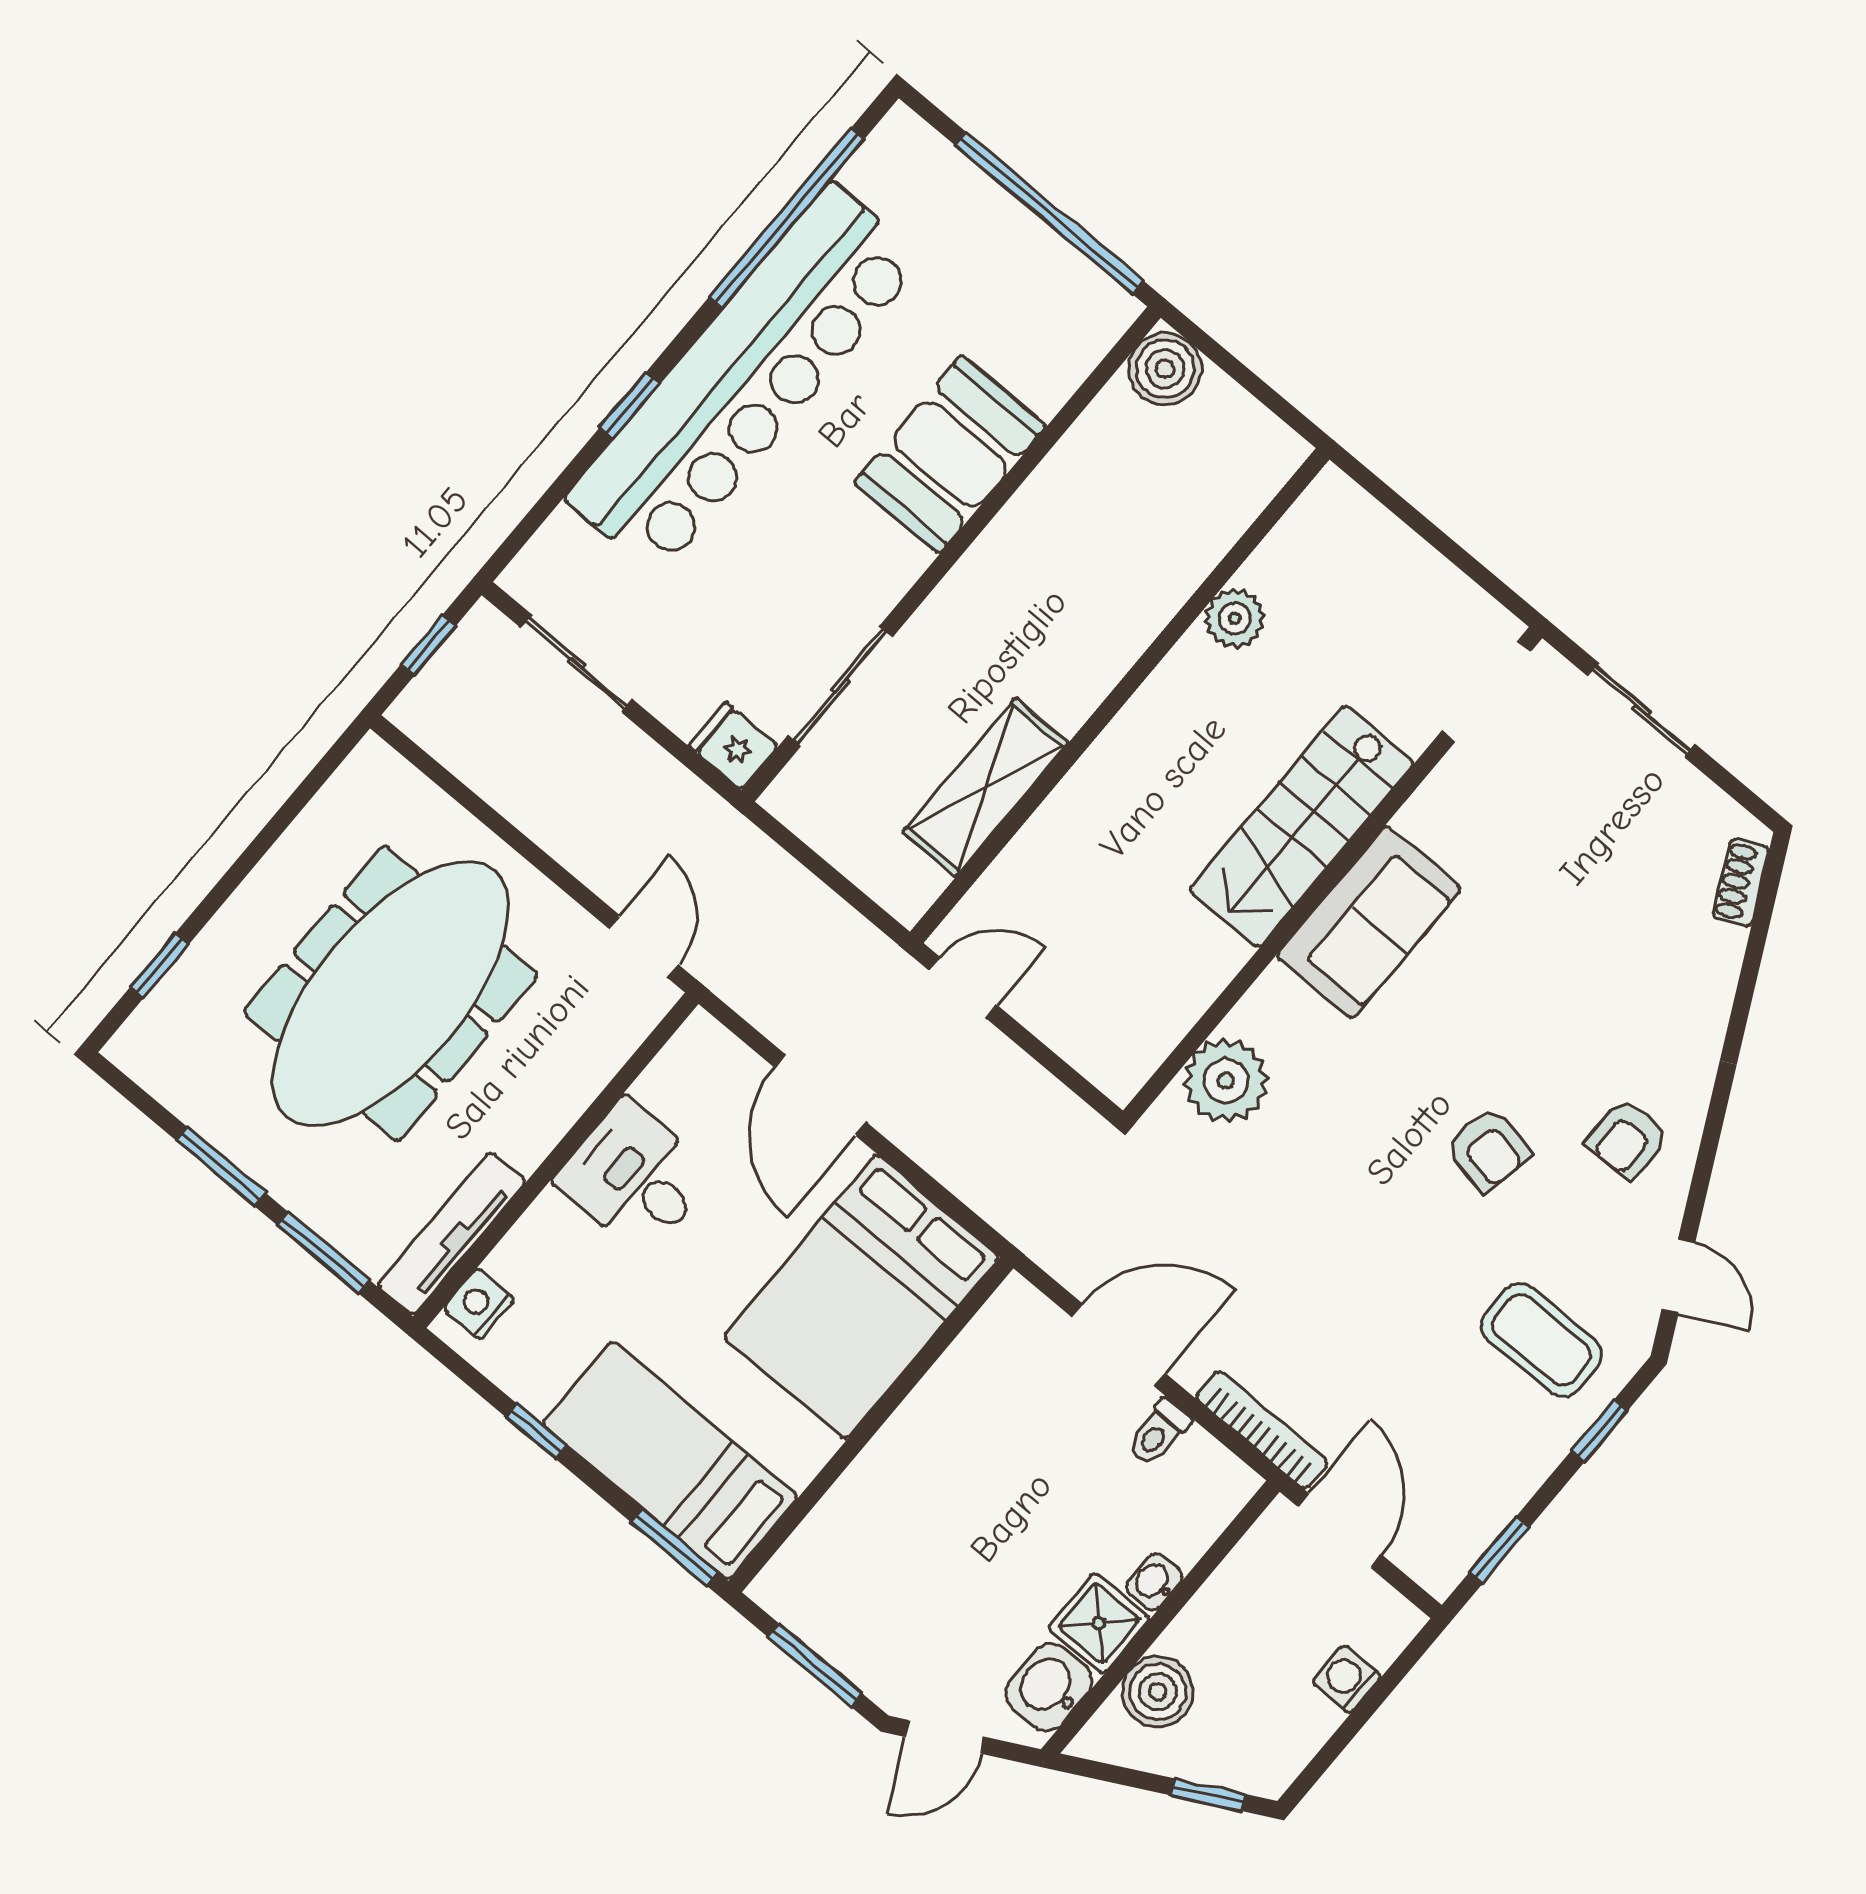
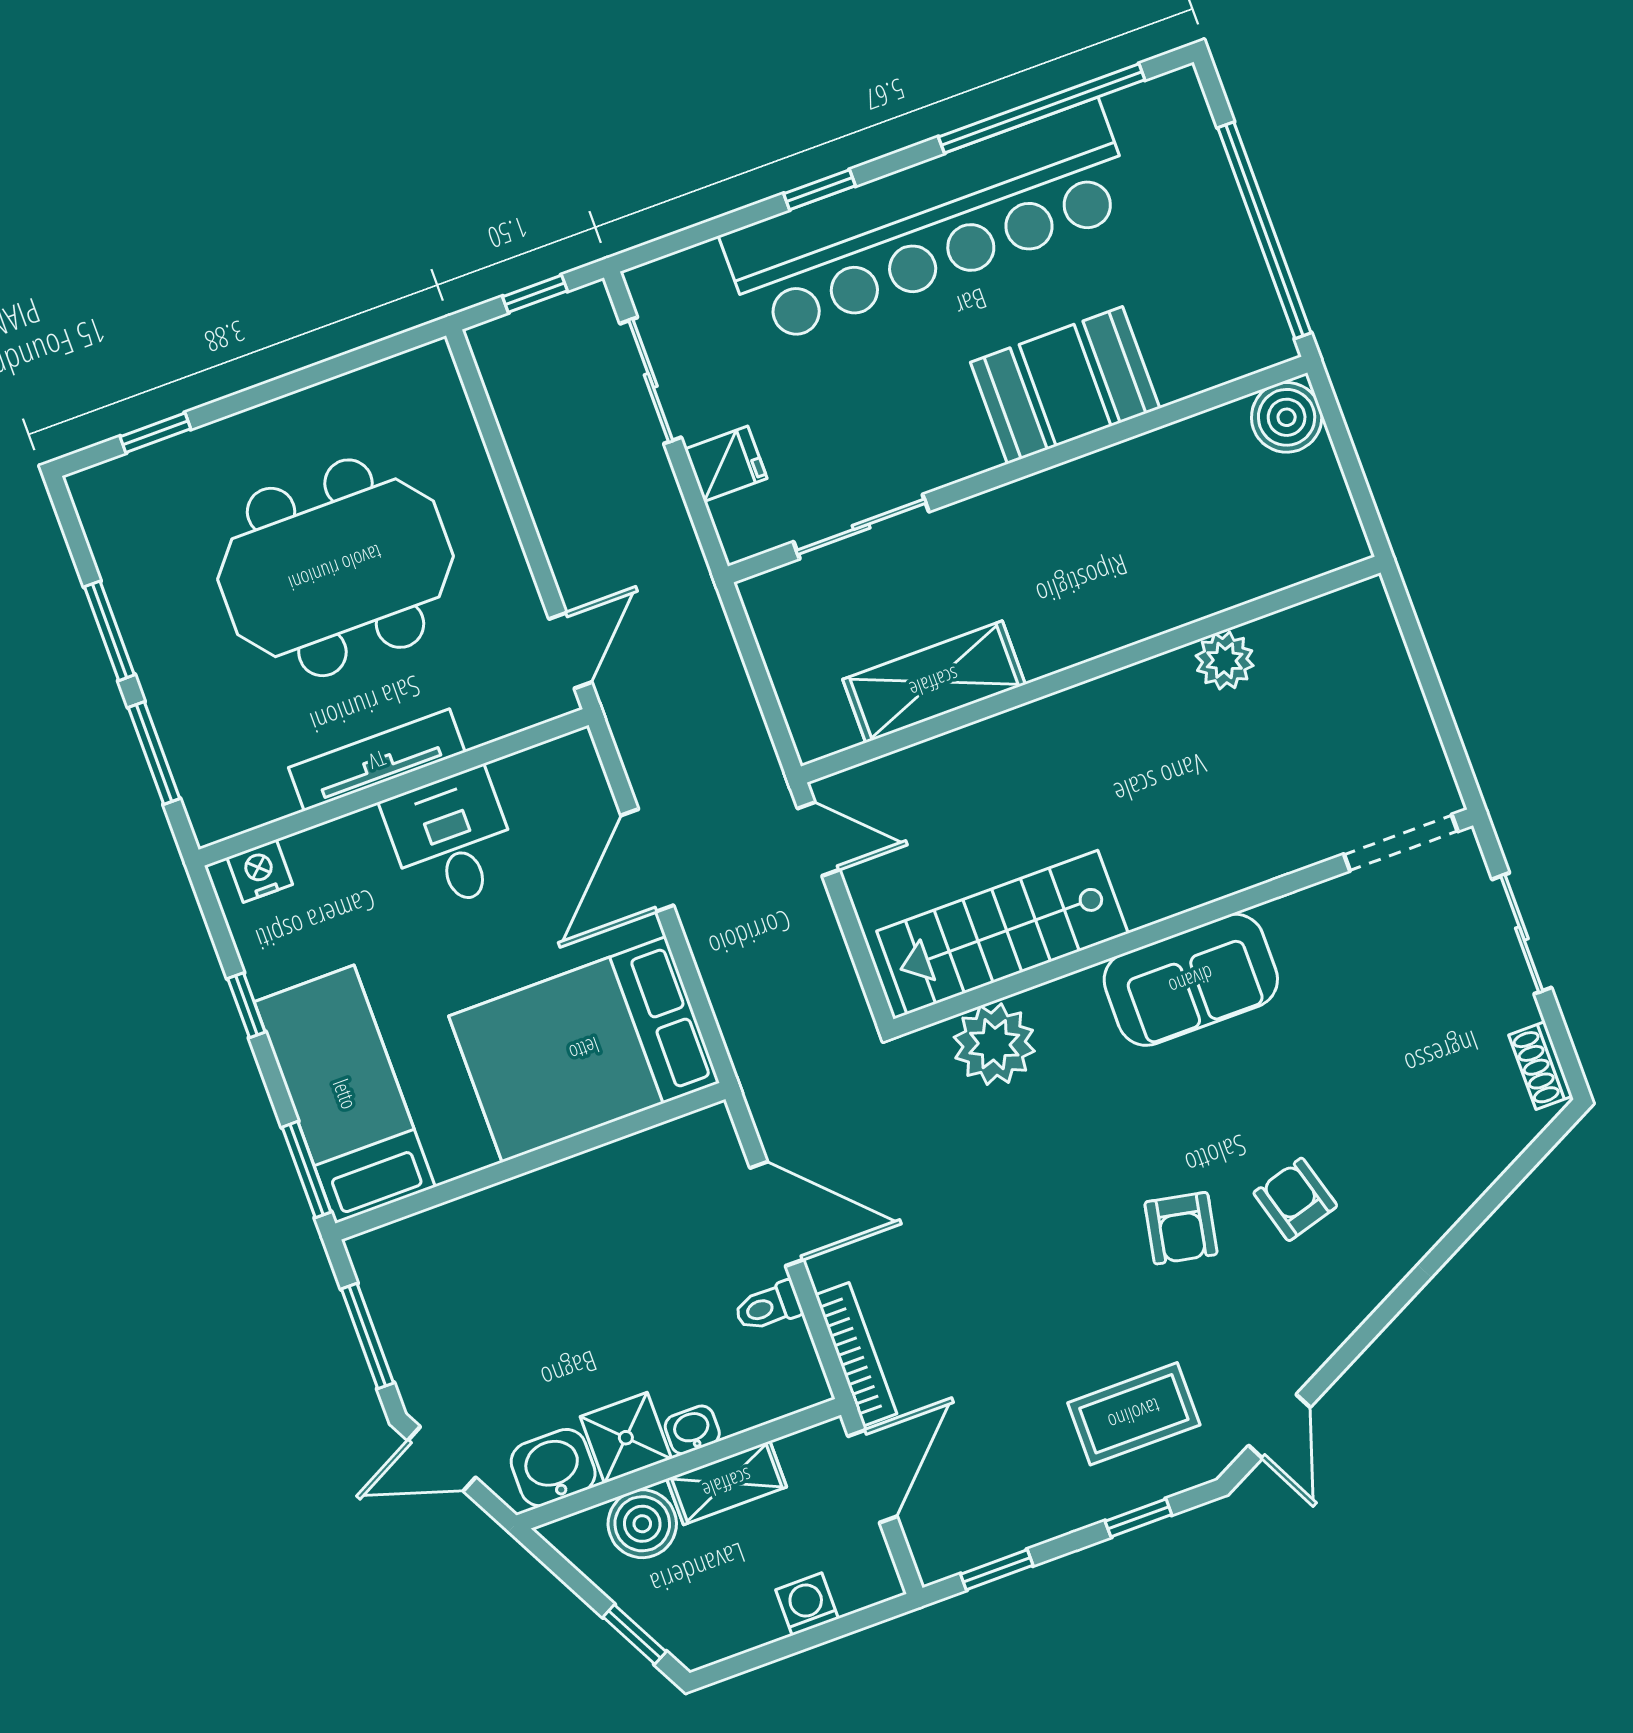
fridge: (733, 746) -> (726, 464), moved, turned 90
stairs: (1302, 826) -> (1002, 932), moved
shoe rack: (1741, 882) -> (1541, 1066), moved, turned -63
meeting table: (391, 993) -> (335, 568), width x0.73
armchair: (1627, 1139) -> (1295, 1199), moved, turned 74
tv unit: (452, 1234) -> (377, 760), moved
coffee table: (1541, 1340) -> (1134, 1414), turned 90
shelving: (1212, 1612) -> (727, 1483), added

